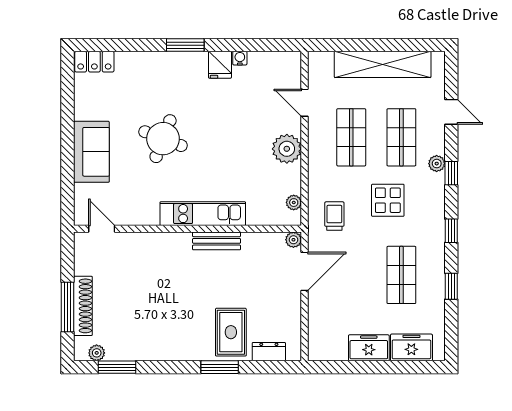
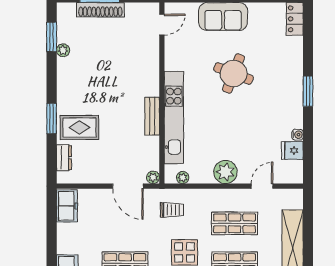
fridge: (220, 65) -> (292, 150), moved
kitchen unit: (203, 214) -> (174, 117), width x1.36
freezer: (369, 348) -> (67, 206), moved
plant: (97, 353) -> (63, 50), moved

